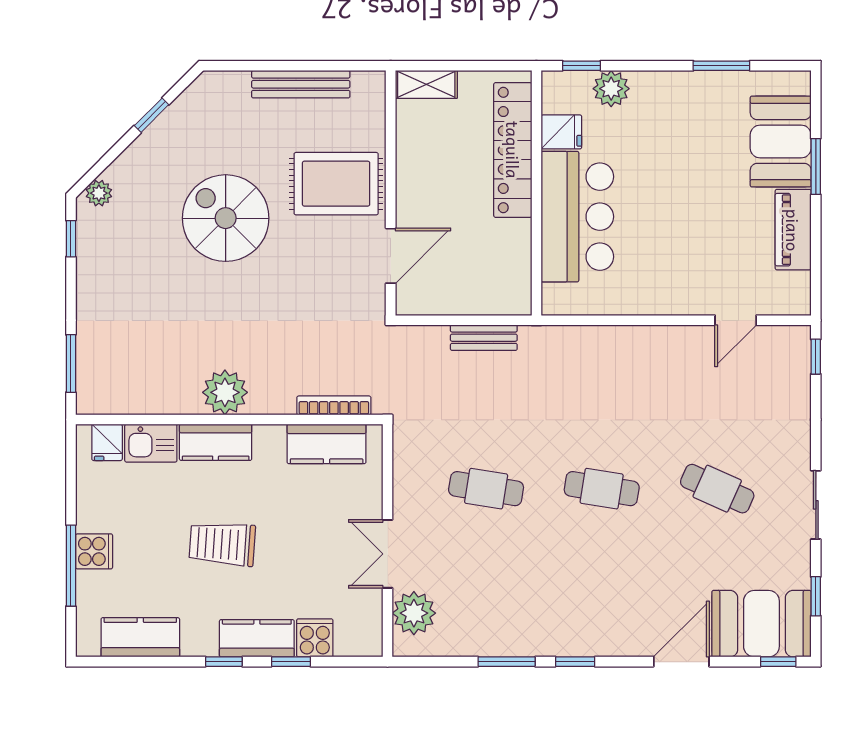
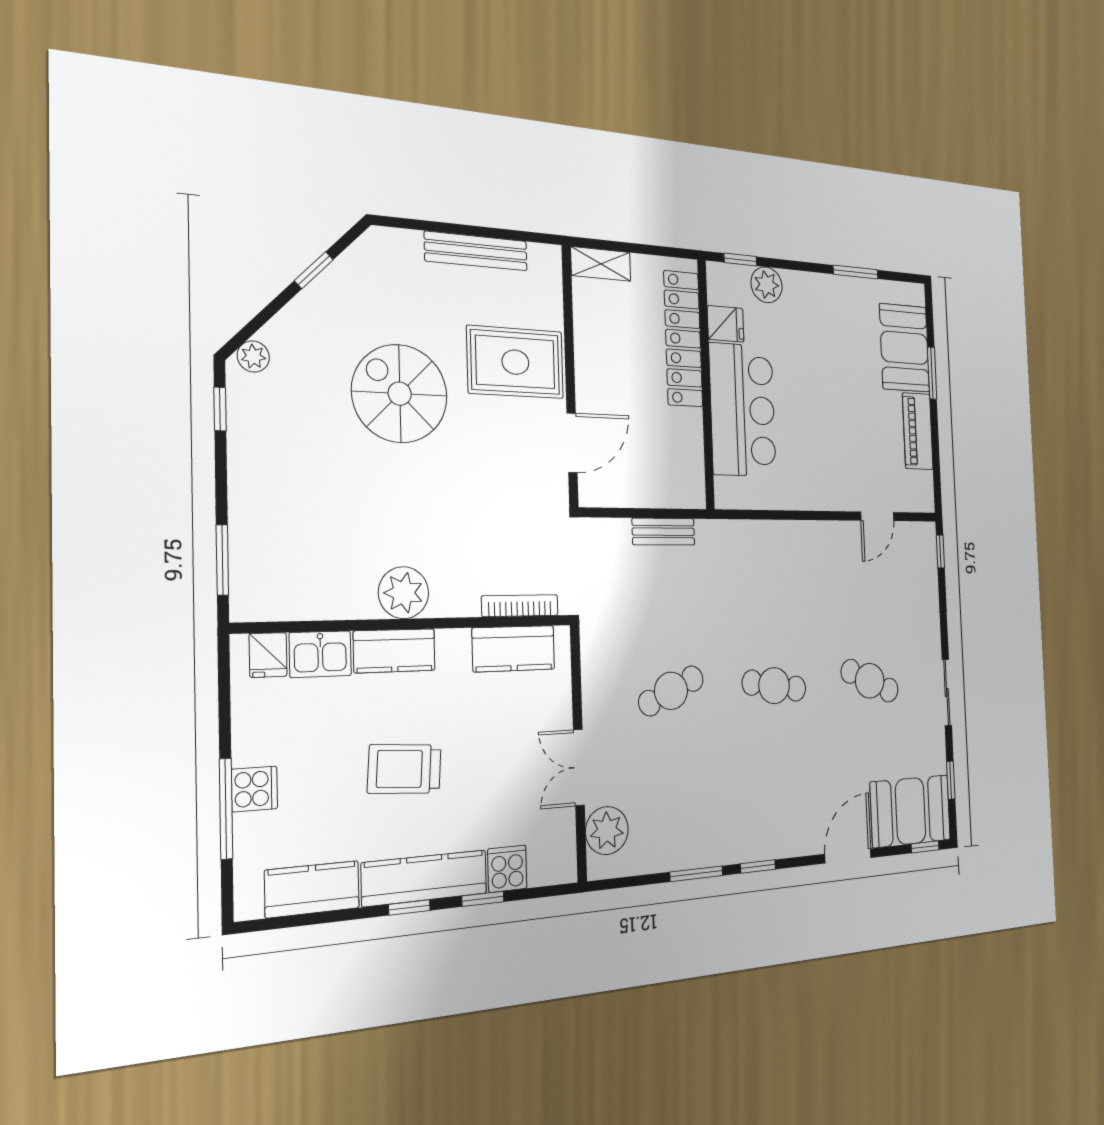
cafe table: (486, 489) -> (671, 691), turned -33
kitchen counter: (257, 638) -> (425, 878), width x1.50

